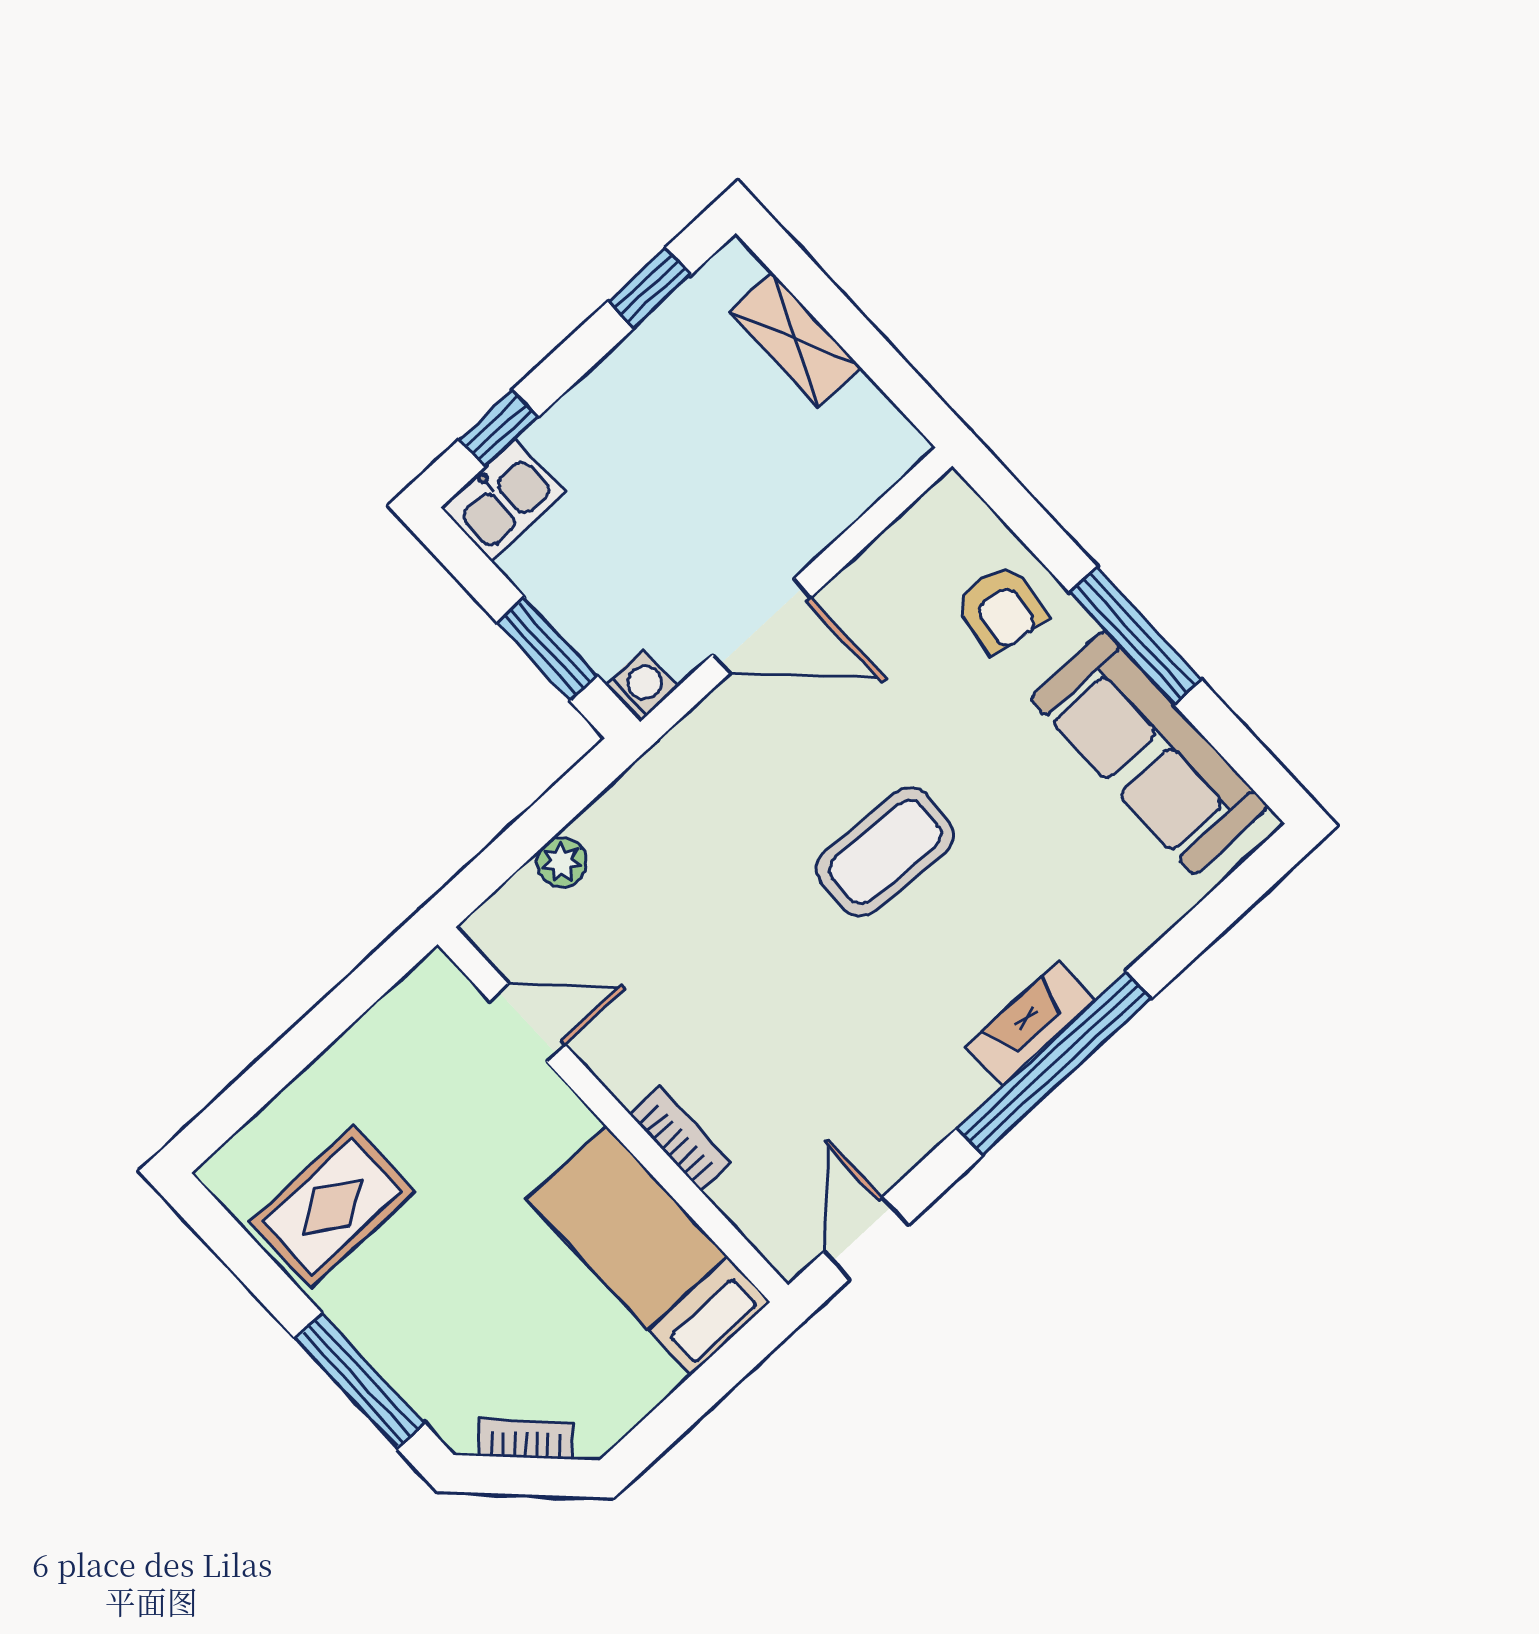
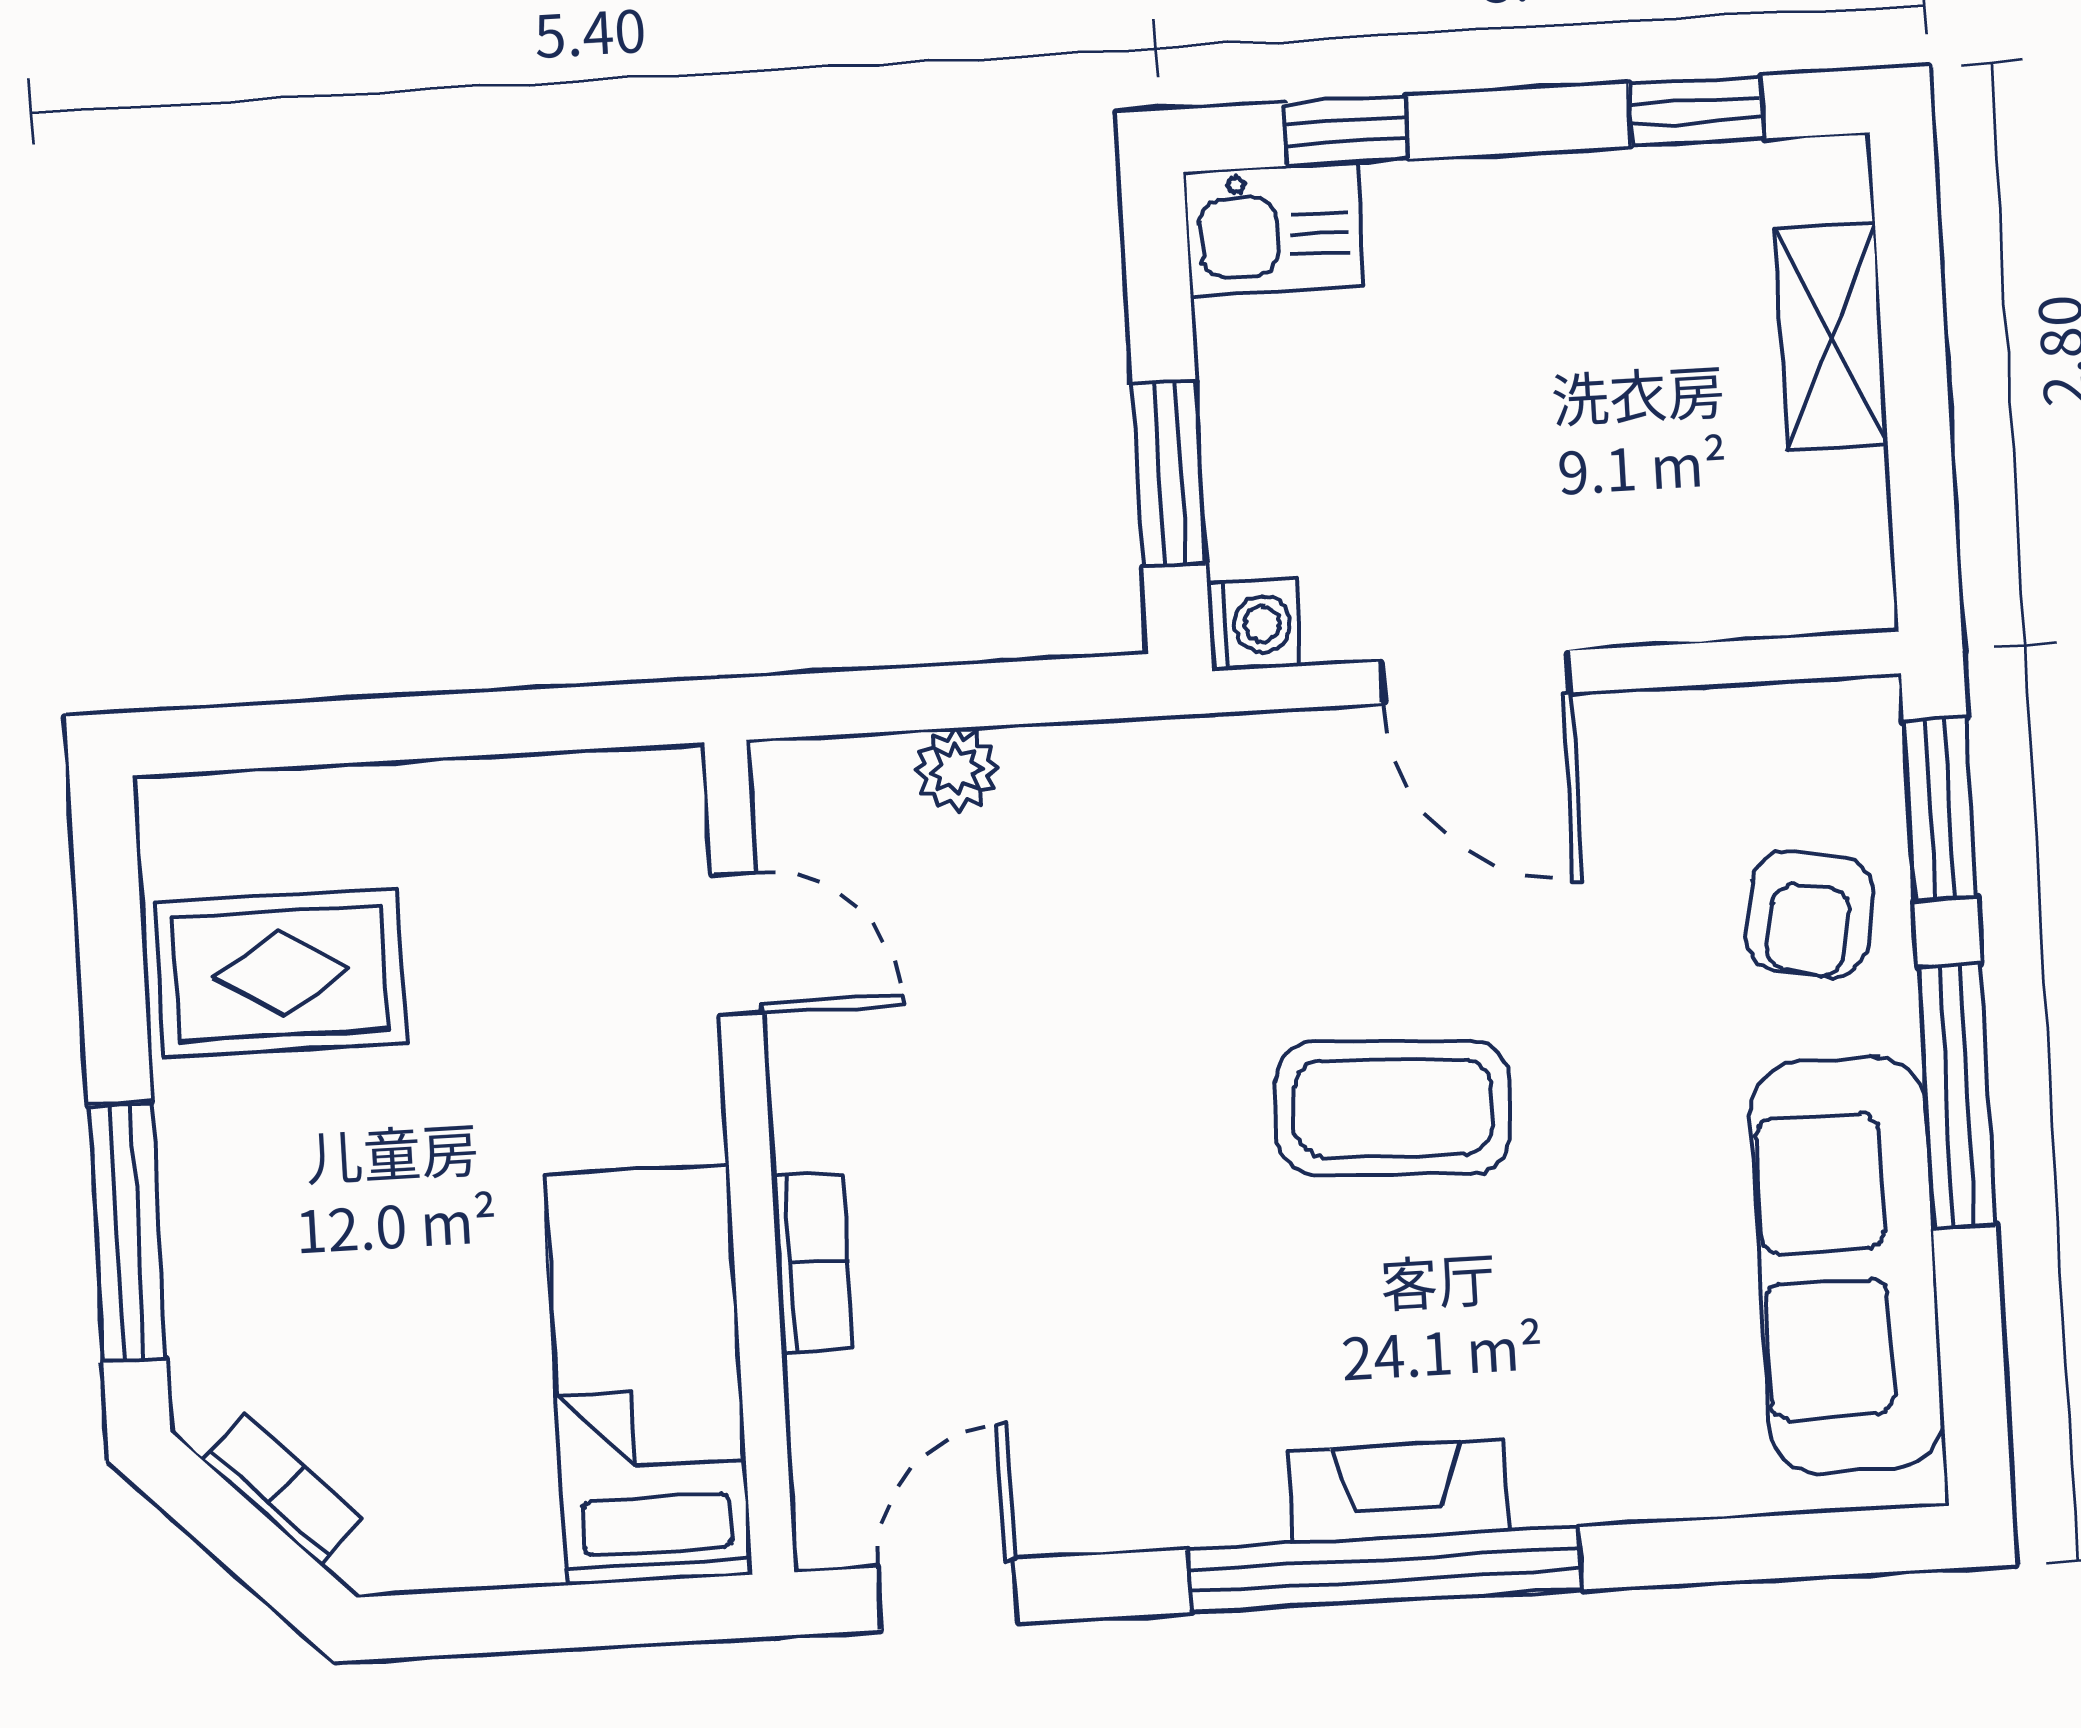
window: (1021, 512) -> (1940, 809), added

